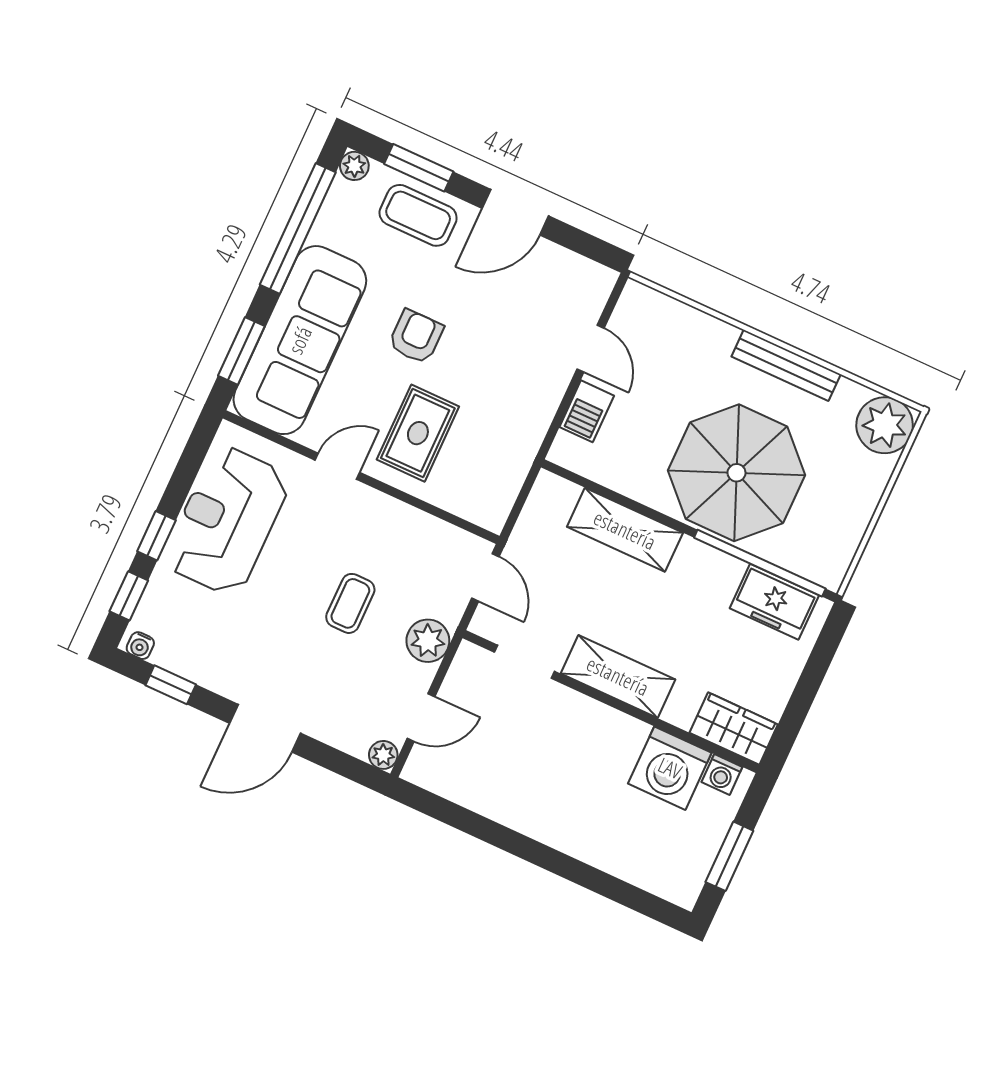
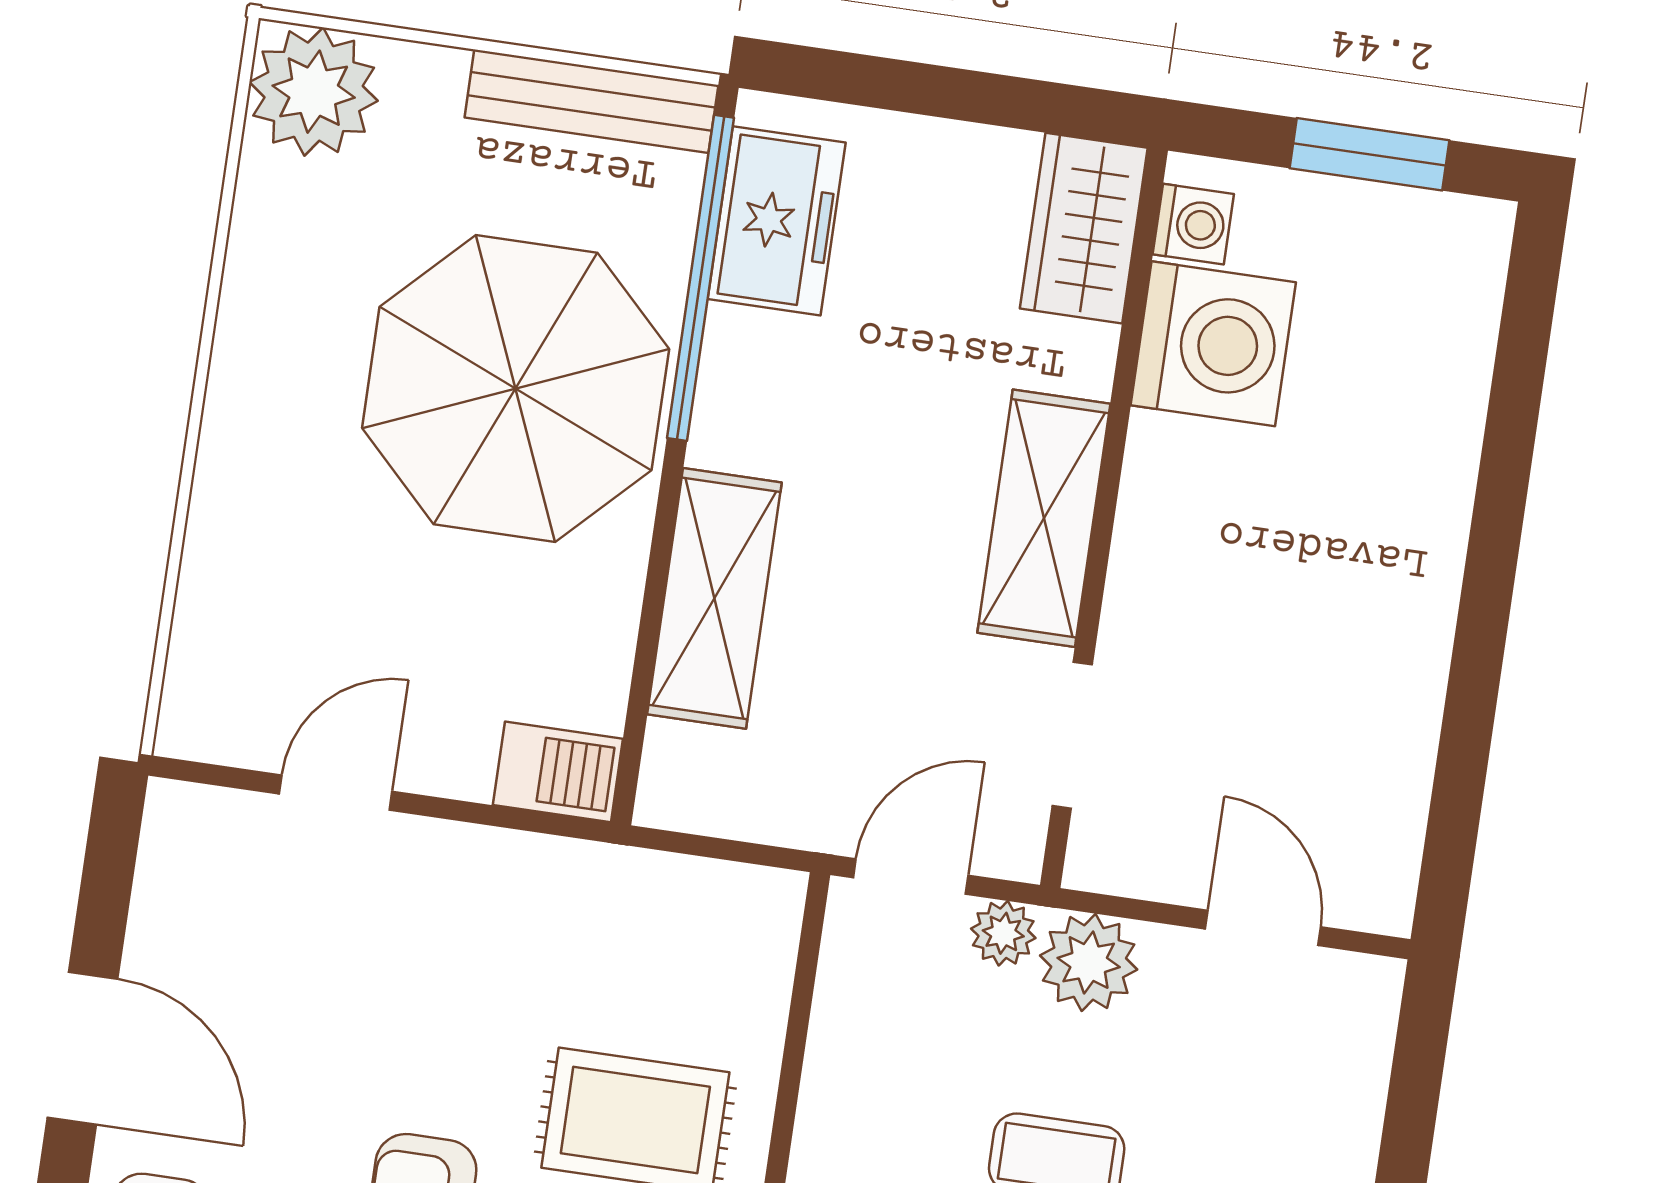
bench: (786, 365) -> (591, 101), moved, turned 90
barbecue: (587, 411) -> (558, 772), moved
plant: (383, 755) -> (1003, 933), moved

